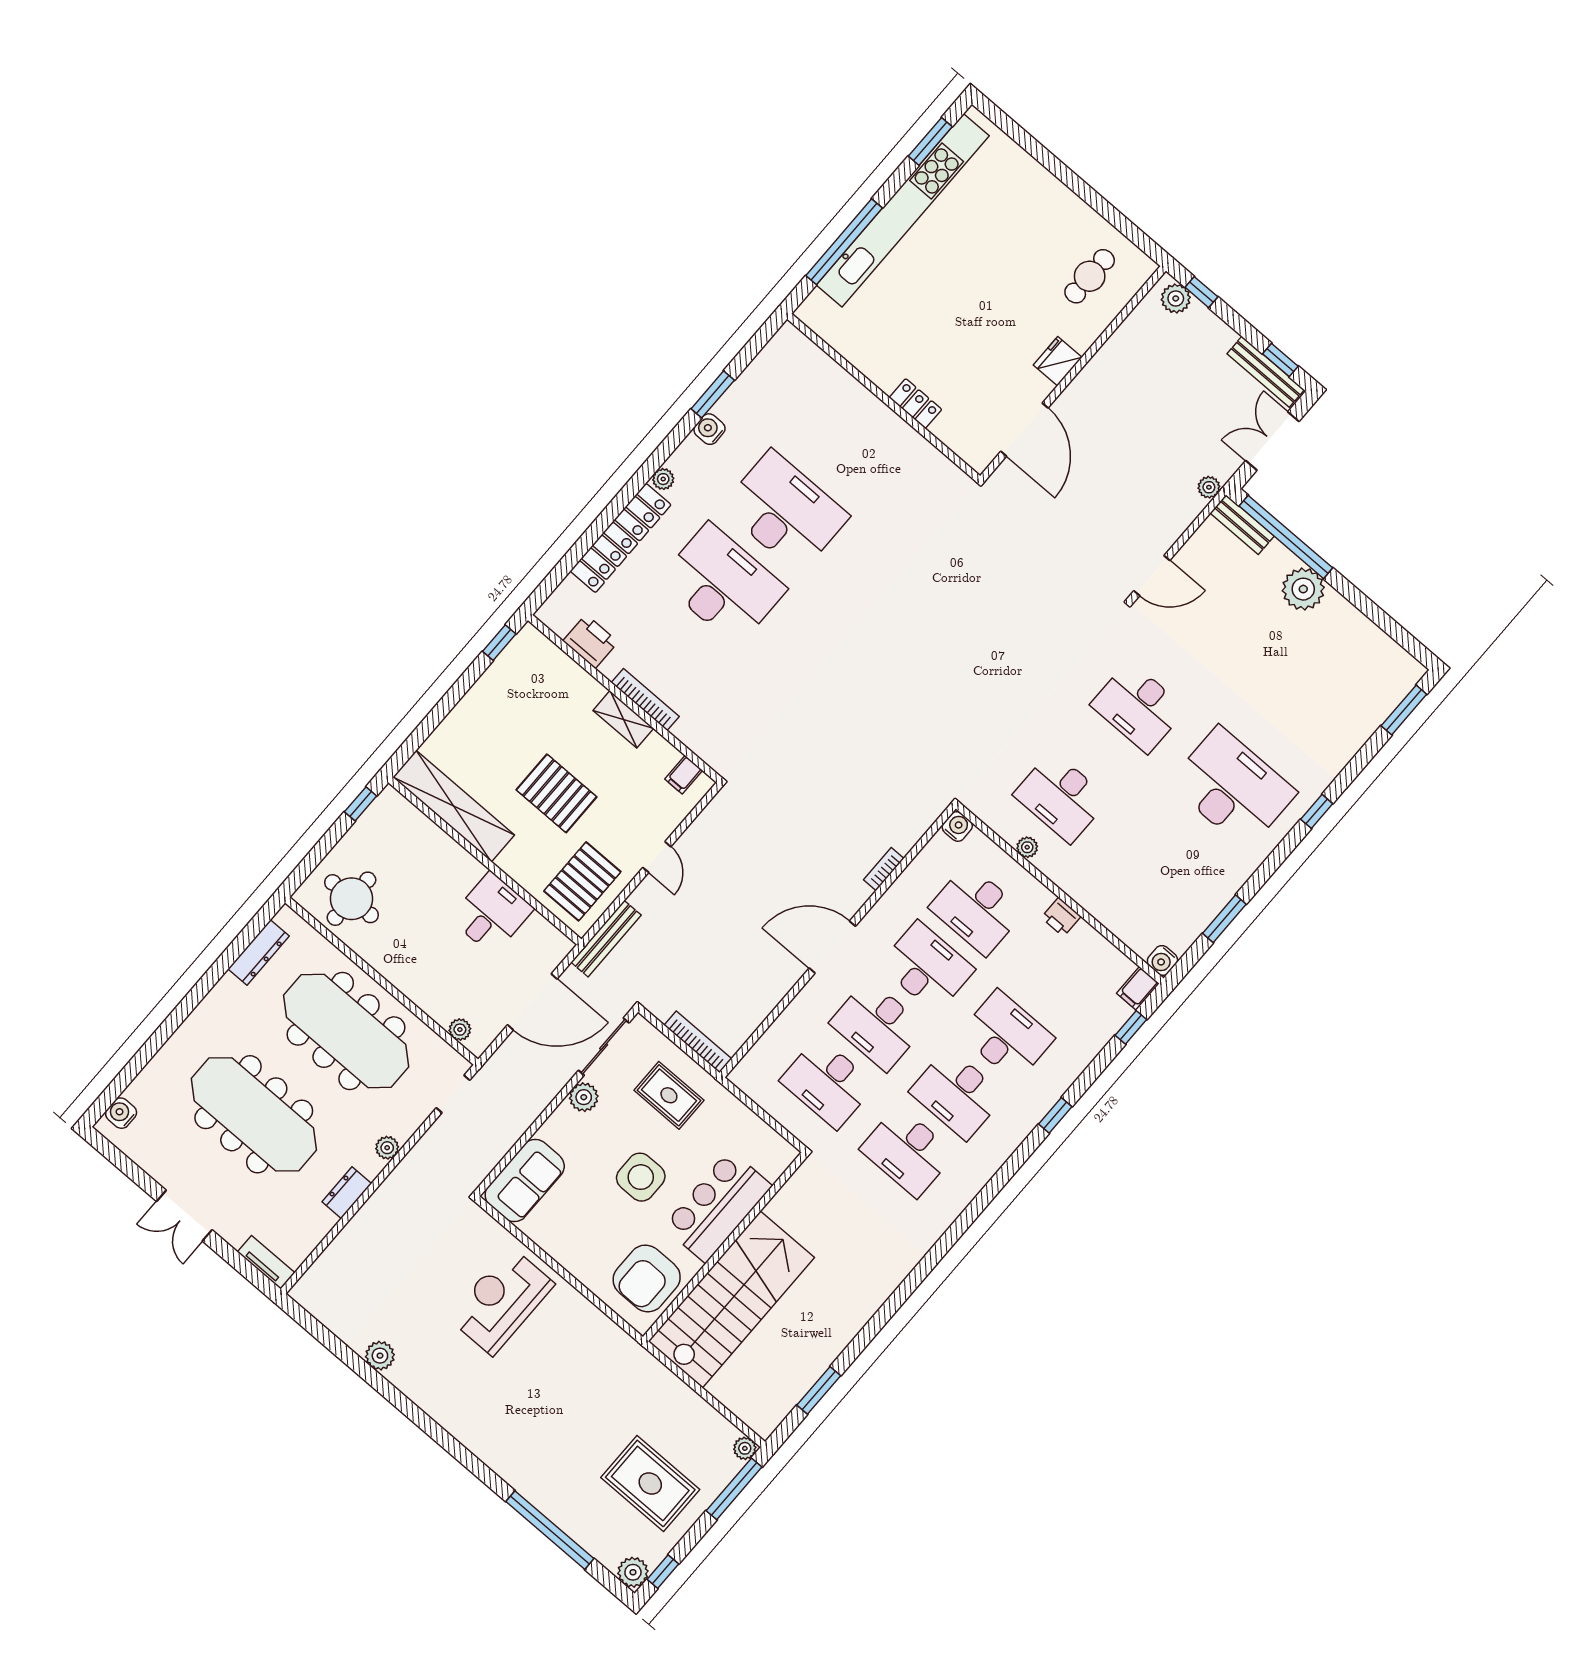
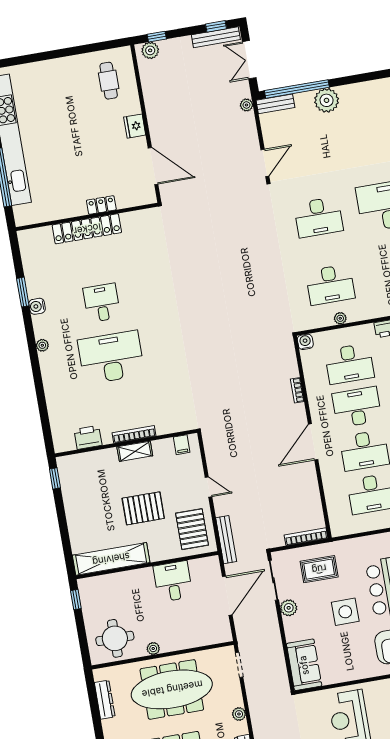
desk: (785, 512) -> (102, 303), width x0.53, depth x0.77
locker: (621, 538) -> (87, 229), moved, turned 90
plant: (460, 1030) -> (153, 649), moved

